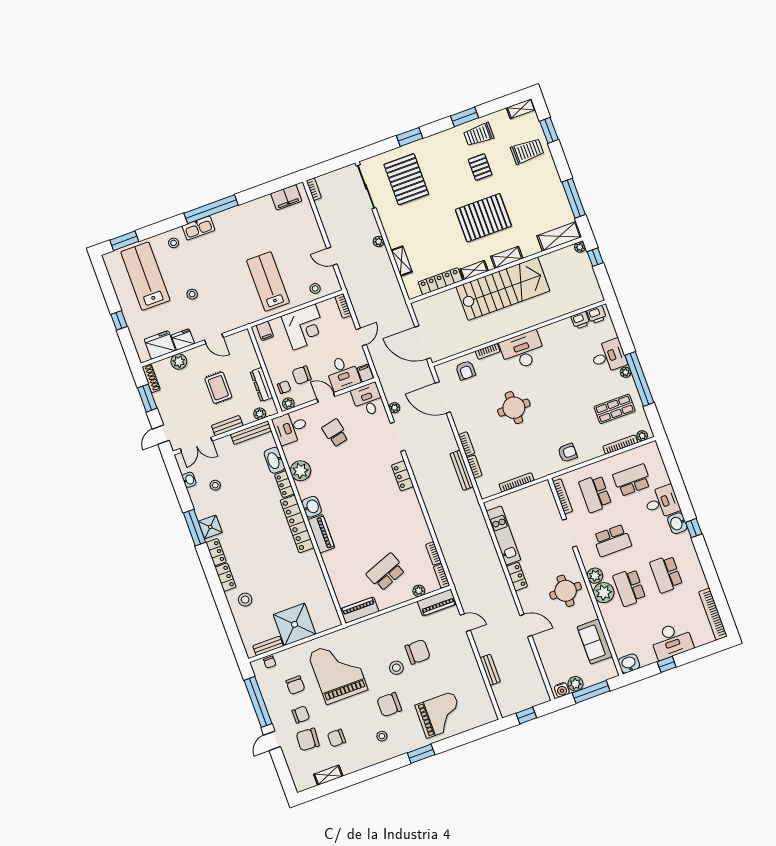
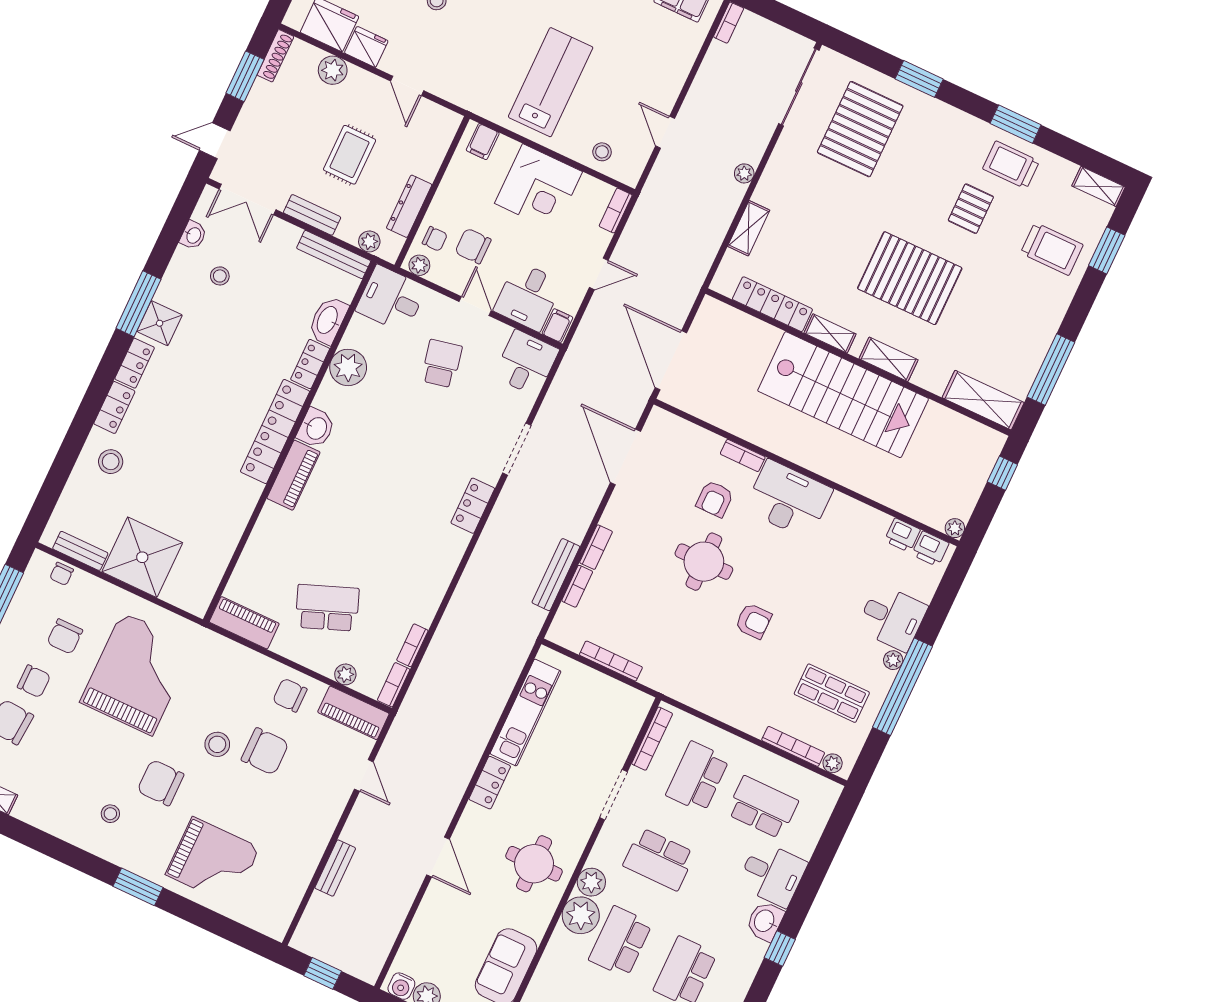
plant: (580, 247) -> (955, 528), moved
armchair: (466, 370) -> (715, 499), moved
plant: (394, 408) -> (550, 407), removed
armchair: (567, 453) -> (753, 621), moved
chair: (336, 738) -> (290, 695), moved

